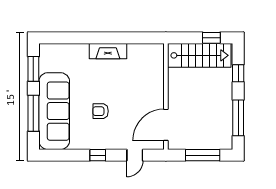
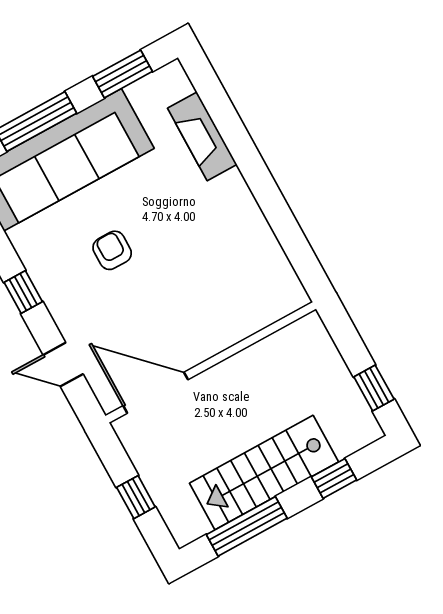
fireplace: (108, 51) -> (202, 136), moved
stairs: (199, 55) -> (264, 473), moved, turned 90
window: (203, 155) -> (136, 497), width x0.46

